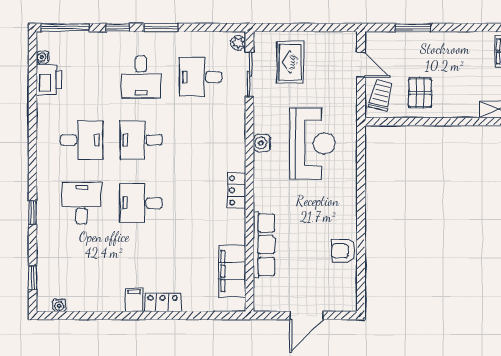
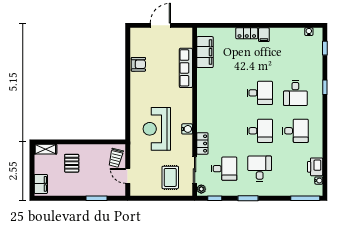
window: (118, 28) -> (215, 198), moved
pallet: (420, 93) -> (72, 163), moved
desk: (82, 140) -> (295, 131), turned 180
locker: (237, 190) -> (202, 143), moved

